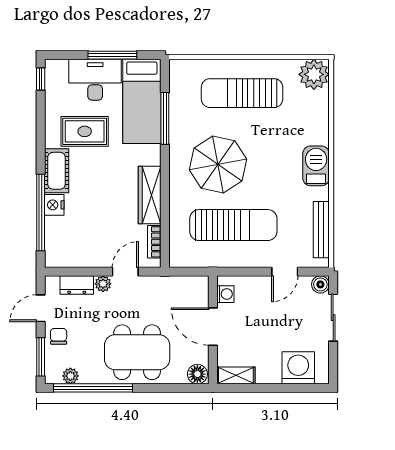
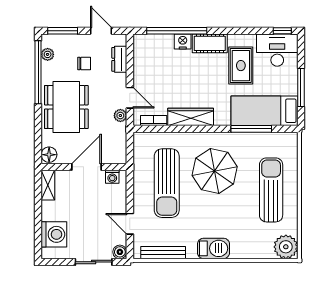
desk: (95, 80) -> (277, 50), moved, turned -90
plant: (103, 284) -> (120, 116), moved
chair: (59, 336) -> (84, 64), moved

